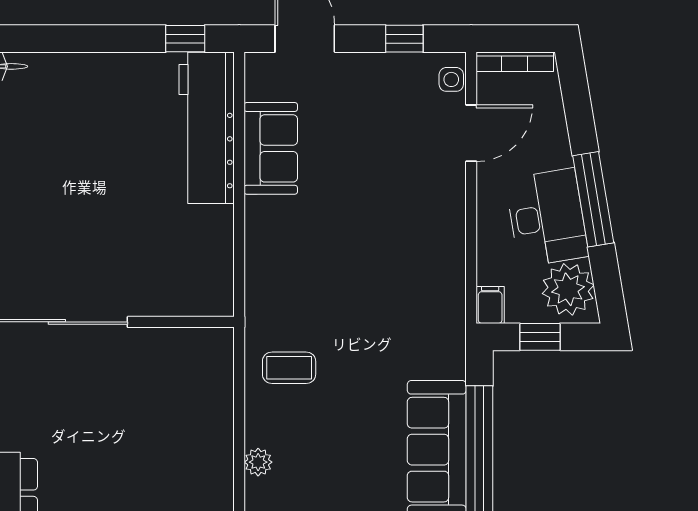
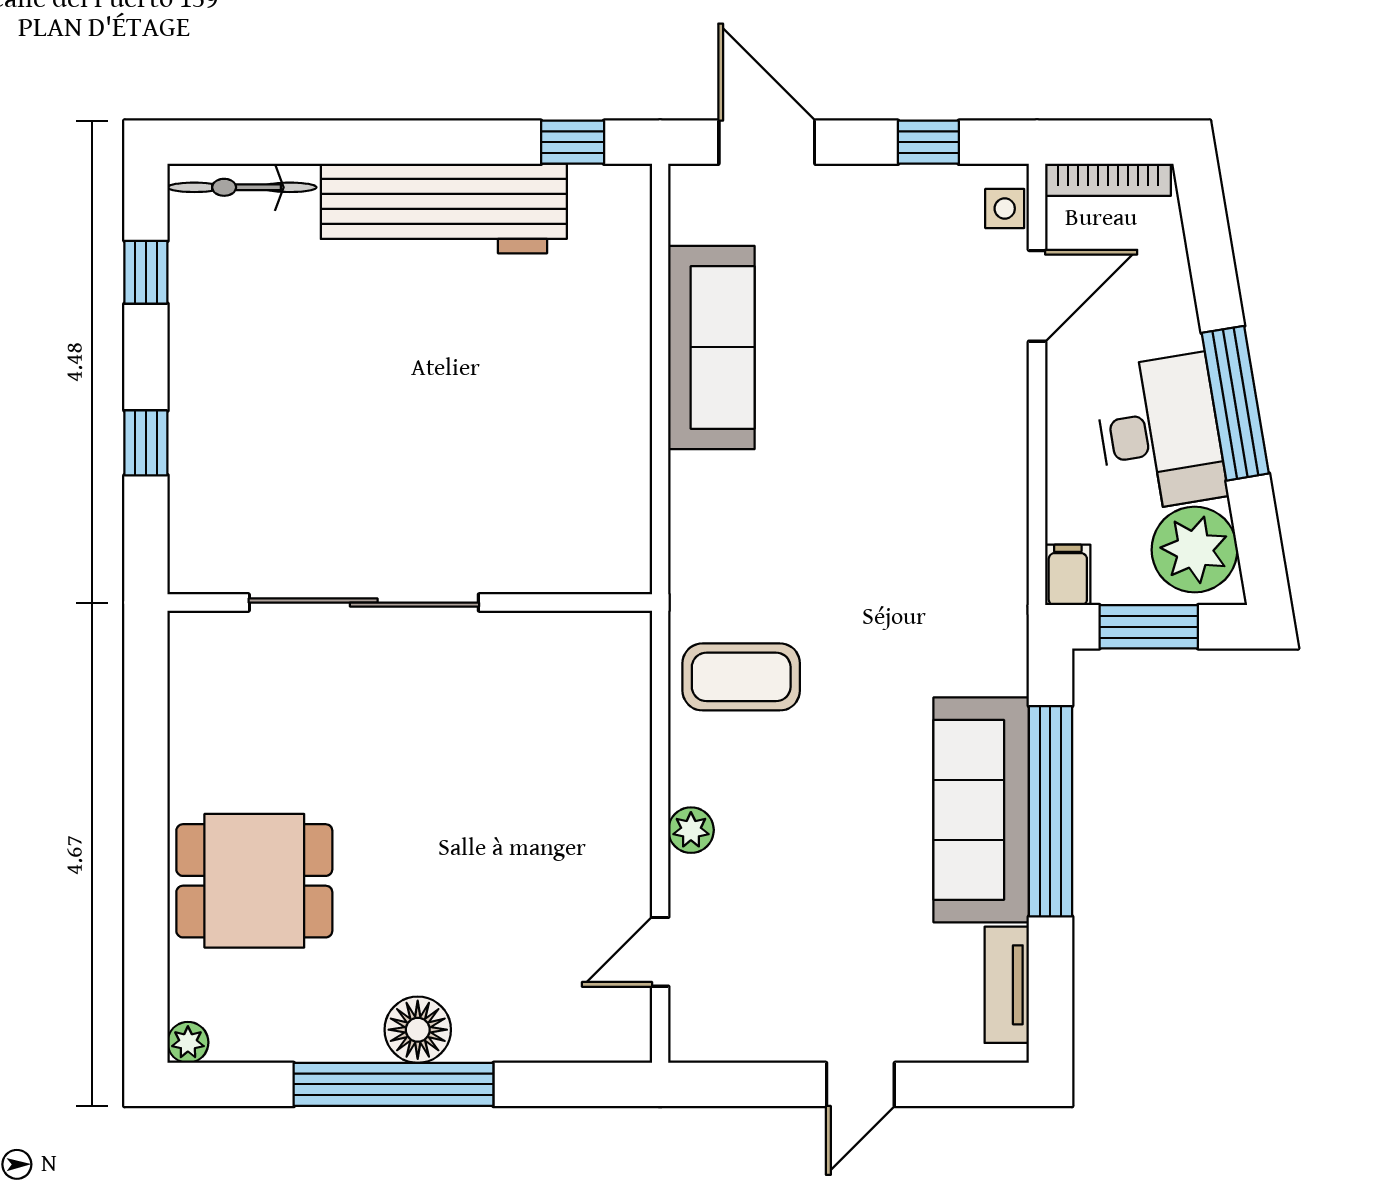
workbench: (207, 128) -> (444, 209), moved, turned -90
sofa: (271, 148) -> (711, 347), width x1.36
window: (540, 337) -> (1149, 627), width x1.50
coffee table: (289, 368) -> (741, 677), width x1.36, depth x1.30

